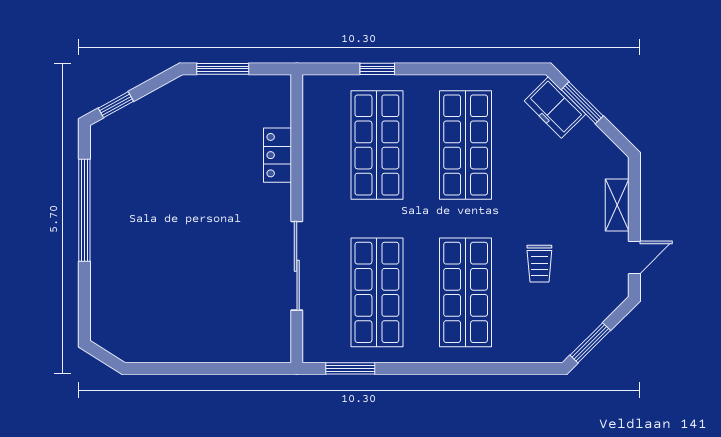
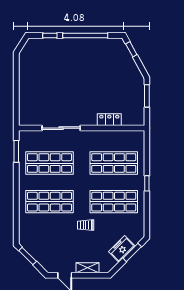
window: (377, 69) -> (147, 183), moved
freezer: (555, 108) -> (122, 249), moved
trolley: (539, 264) -> (86, 225), moved
window: (84, 292) -> (50, 36), added

